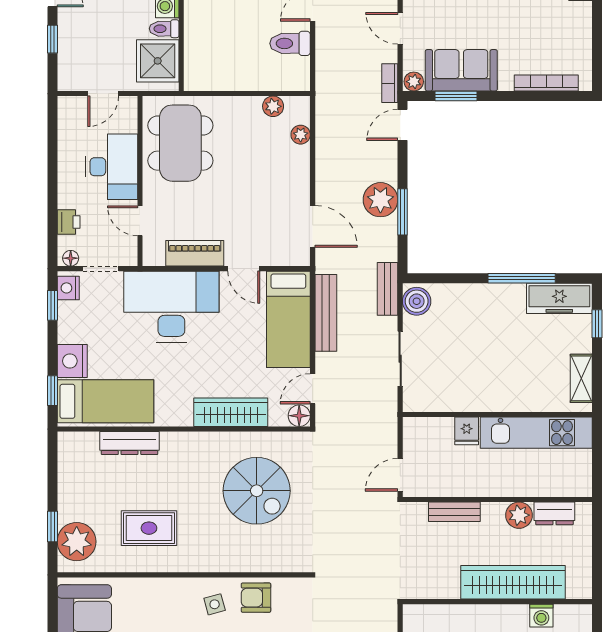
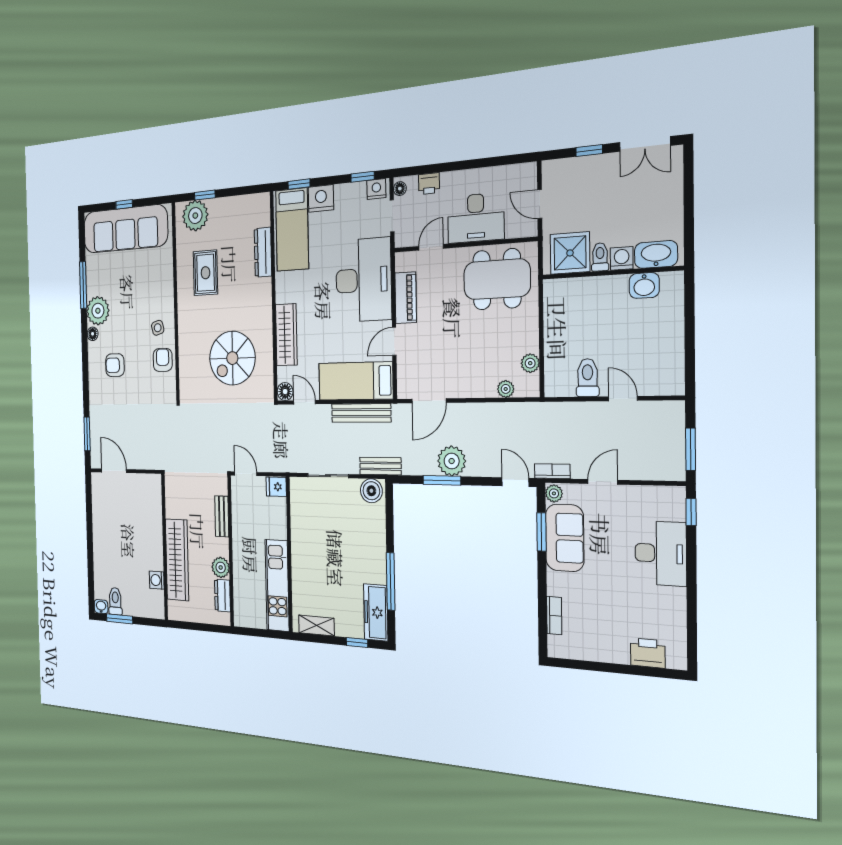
bookcase: (546, 83) -> (554, 616), width x0.64
fridge: (467, 431) -> (276, 487), moved

